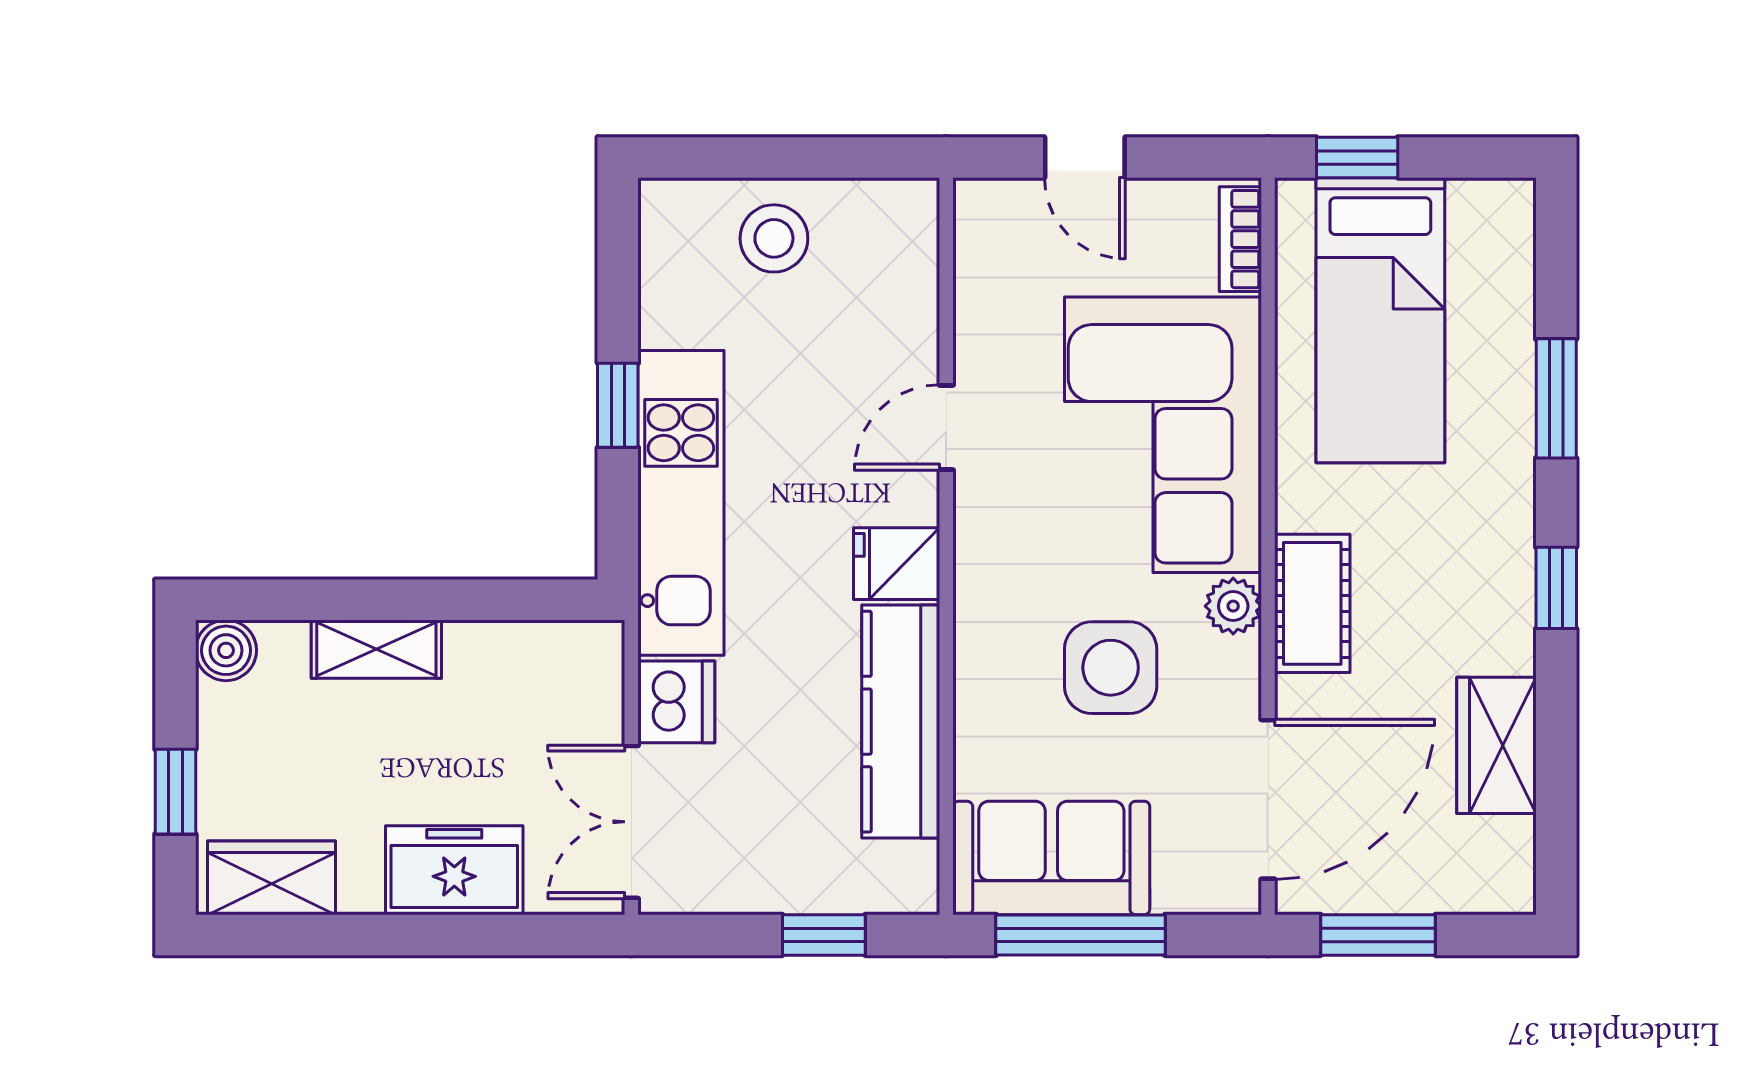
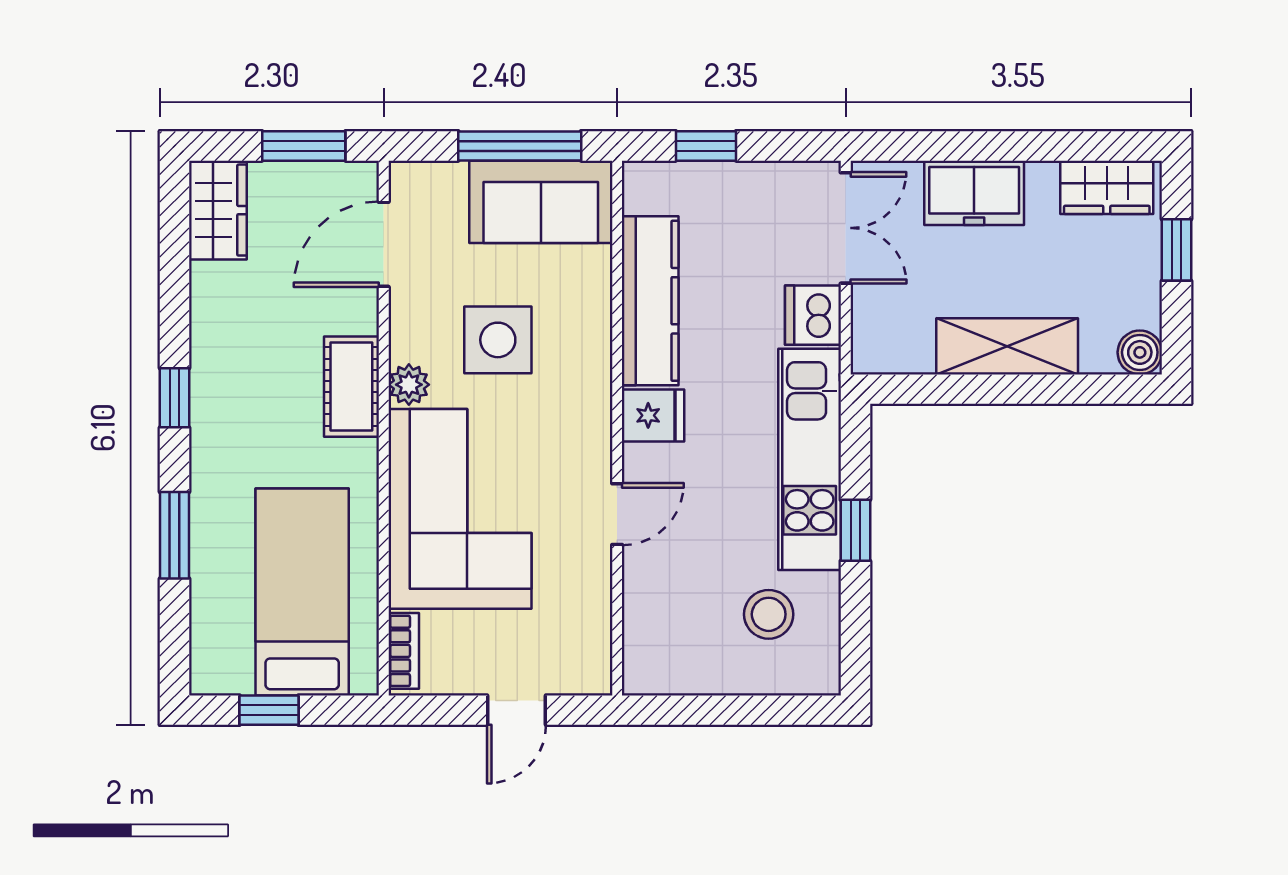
door: (1085, 157) -> (517, 710), swing flipped
window: (1357, 157) -> (269, 710), moved
stool: (774, 238) -> (769, 614), moved
shelving: (376, 649) -> (1007, 346), width x1.50, depth x1.33
wardrobe: (1496, 745) -> (218, 210), moved
door: (1268, 799) -> (384, 244), width x0.73

